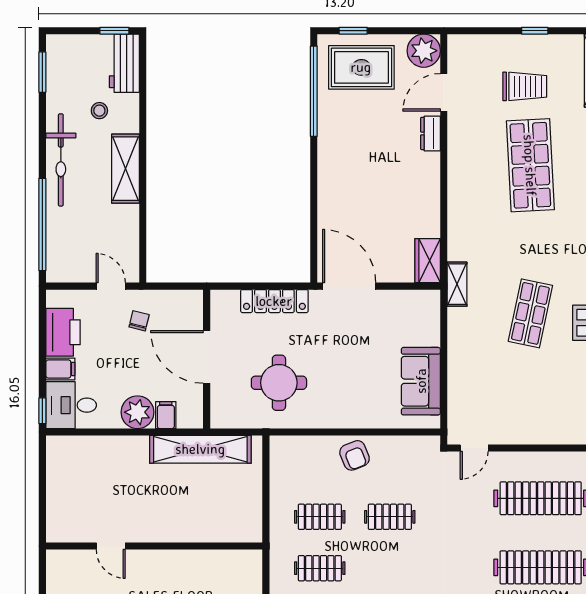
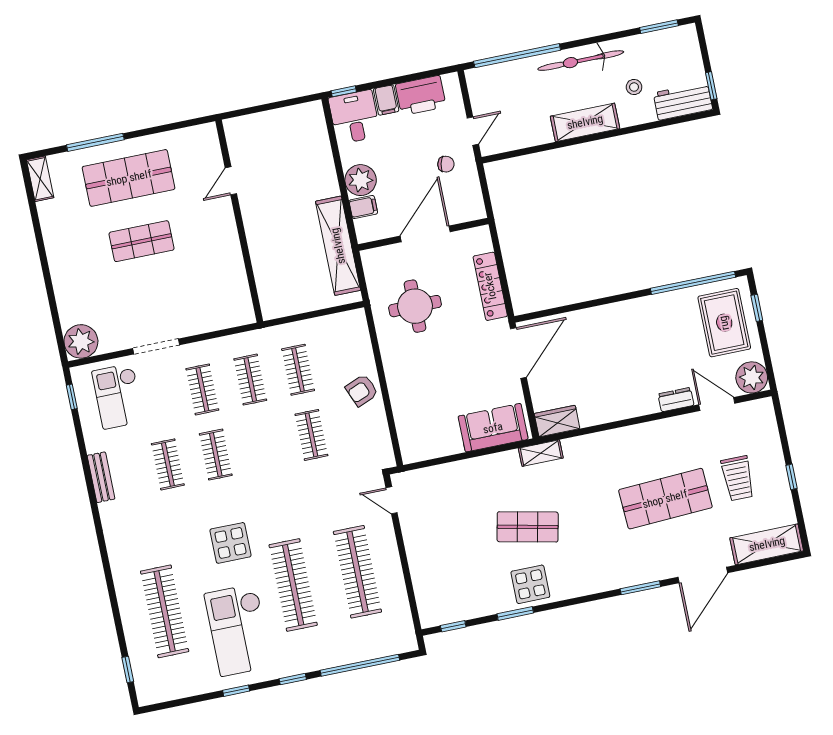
sofa: (421, 381) -> (493, 428), moved

